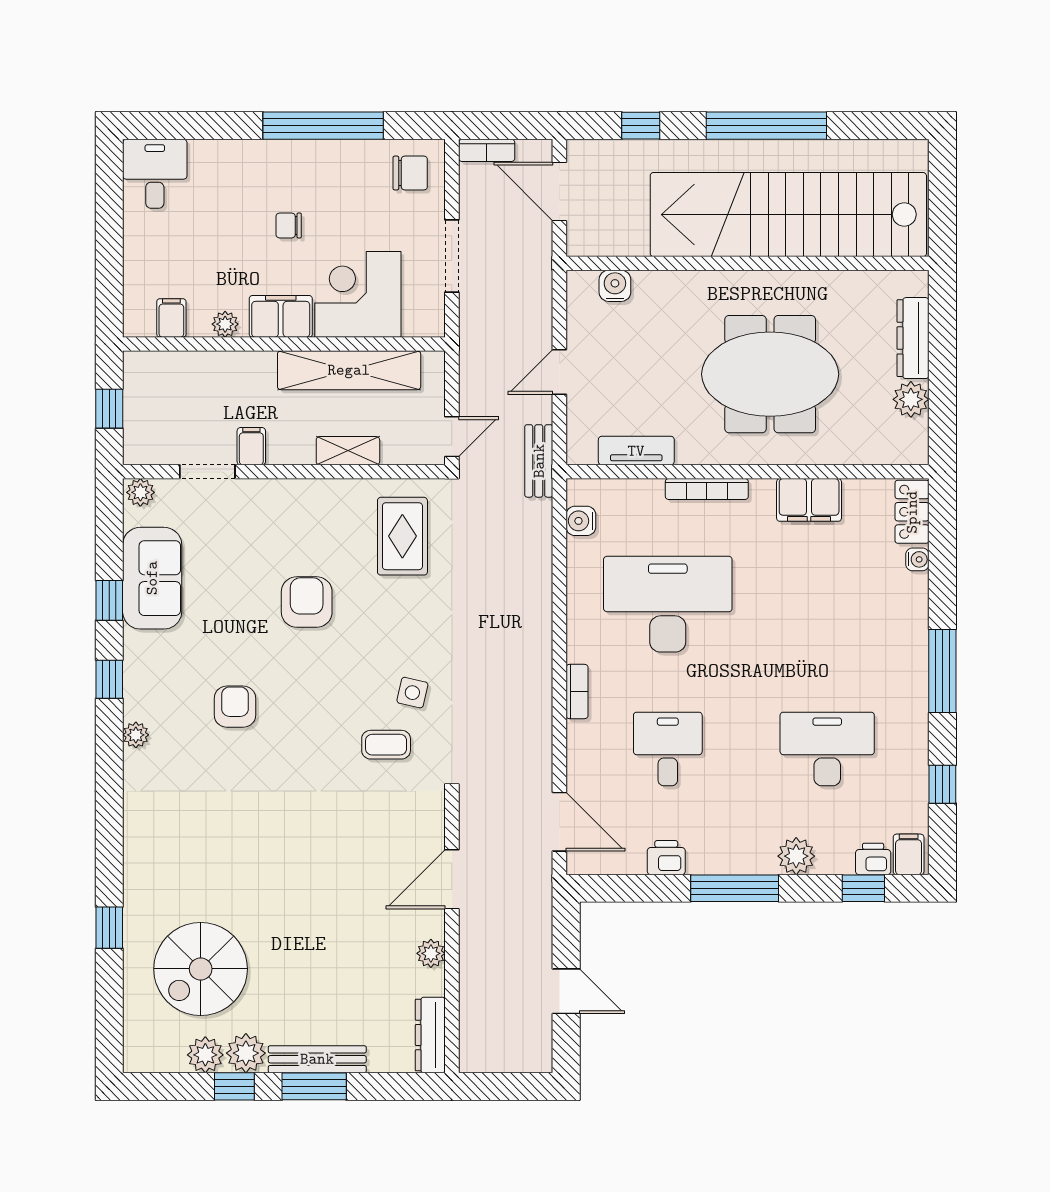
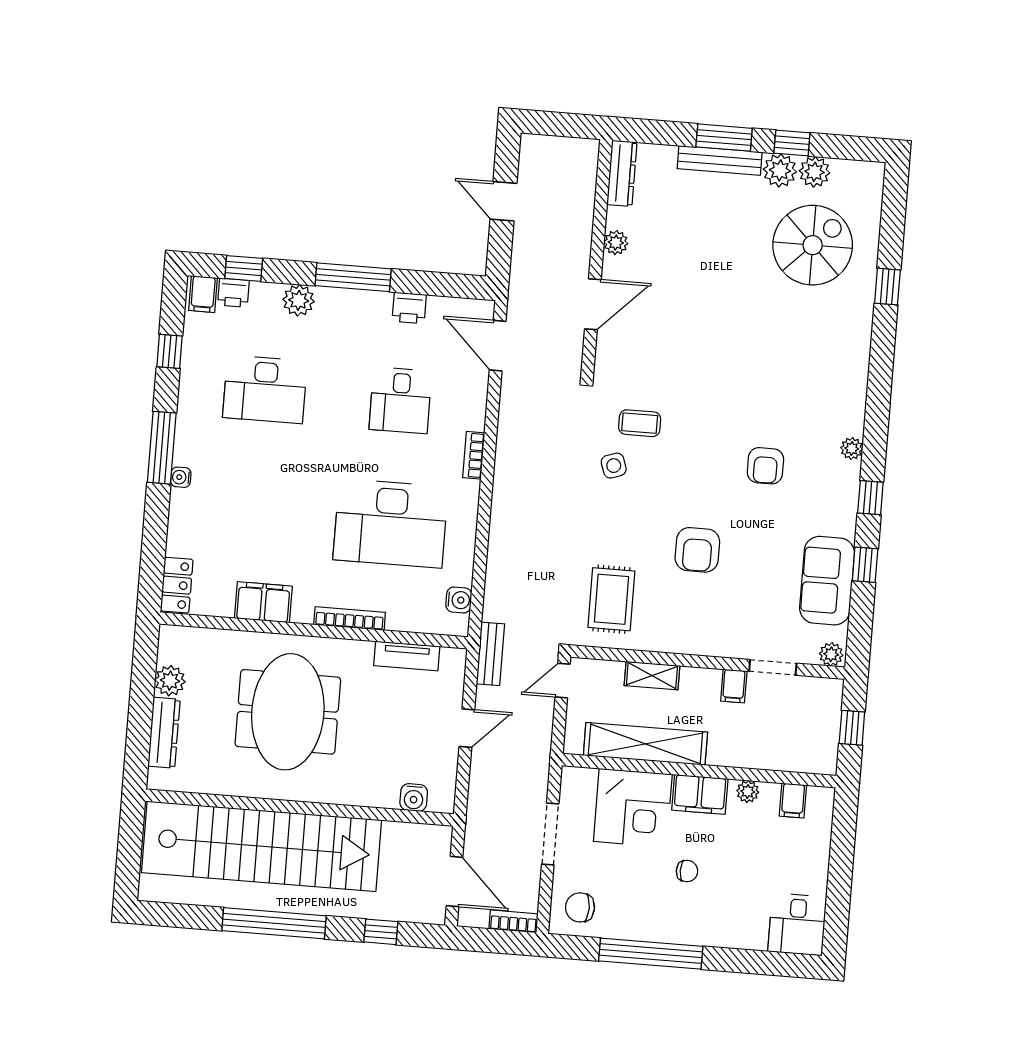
meeting table: (770, 374) -> (288, 712), turned 90
water cooler: (917, 559) -> (181, 477), moved
side table: (412, 693) -> (614, 466), turned -32

